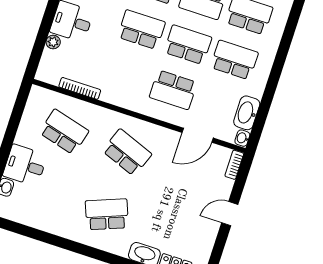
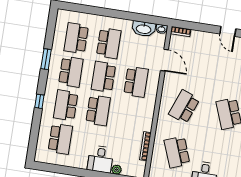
school desk: (141, 30) -> (98, 110), turned 180
school desk: (234, 60) -> (109, 43), turned 180
school desk: (64, 132) -> (177, 152), turned -36
door: (230, 214) -> (228, 31), moved

